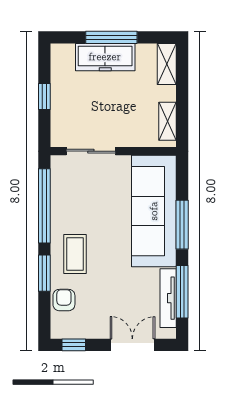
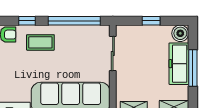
boiler: (62, 55) -> (180, 33), added
window: (44, 273) -> (27, 21), width x0.67

